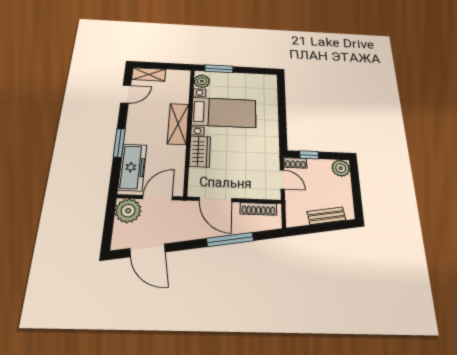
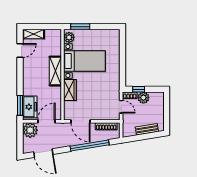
window: (119, 143) -> (20, 105), moved
freezer: (132, 167) -> (30, 107), width x0.71
plant: (341, 168) -> (143, 98), moved
window: (230, 240) -> (90, 146), width x1.46

